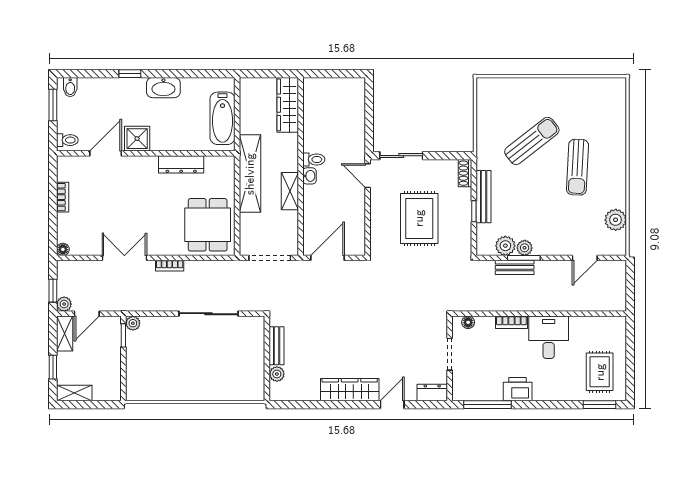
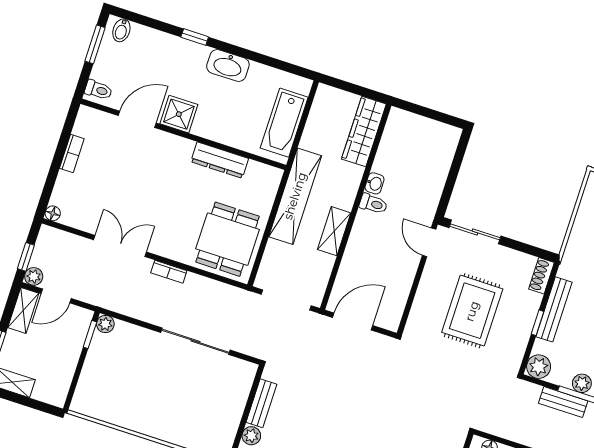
washbasin: (309, 176) -> (375, 183), moved
plant: (505, 246) -> (539, 367), moved

